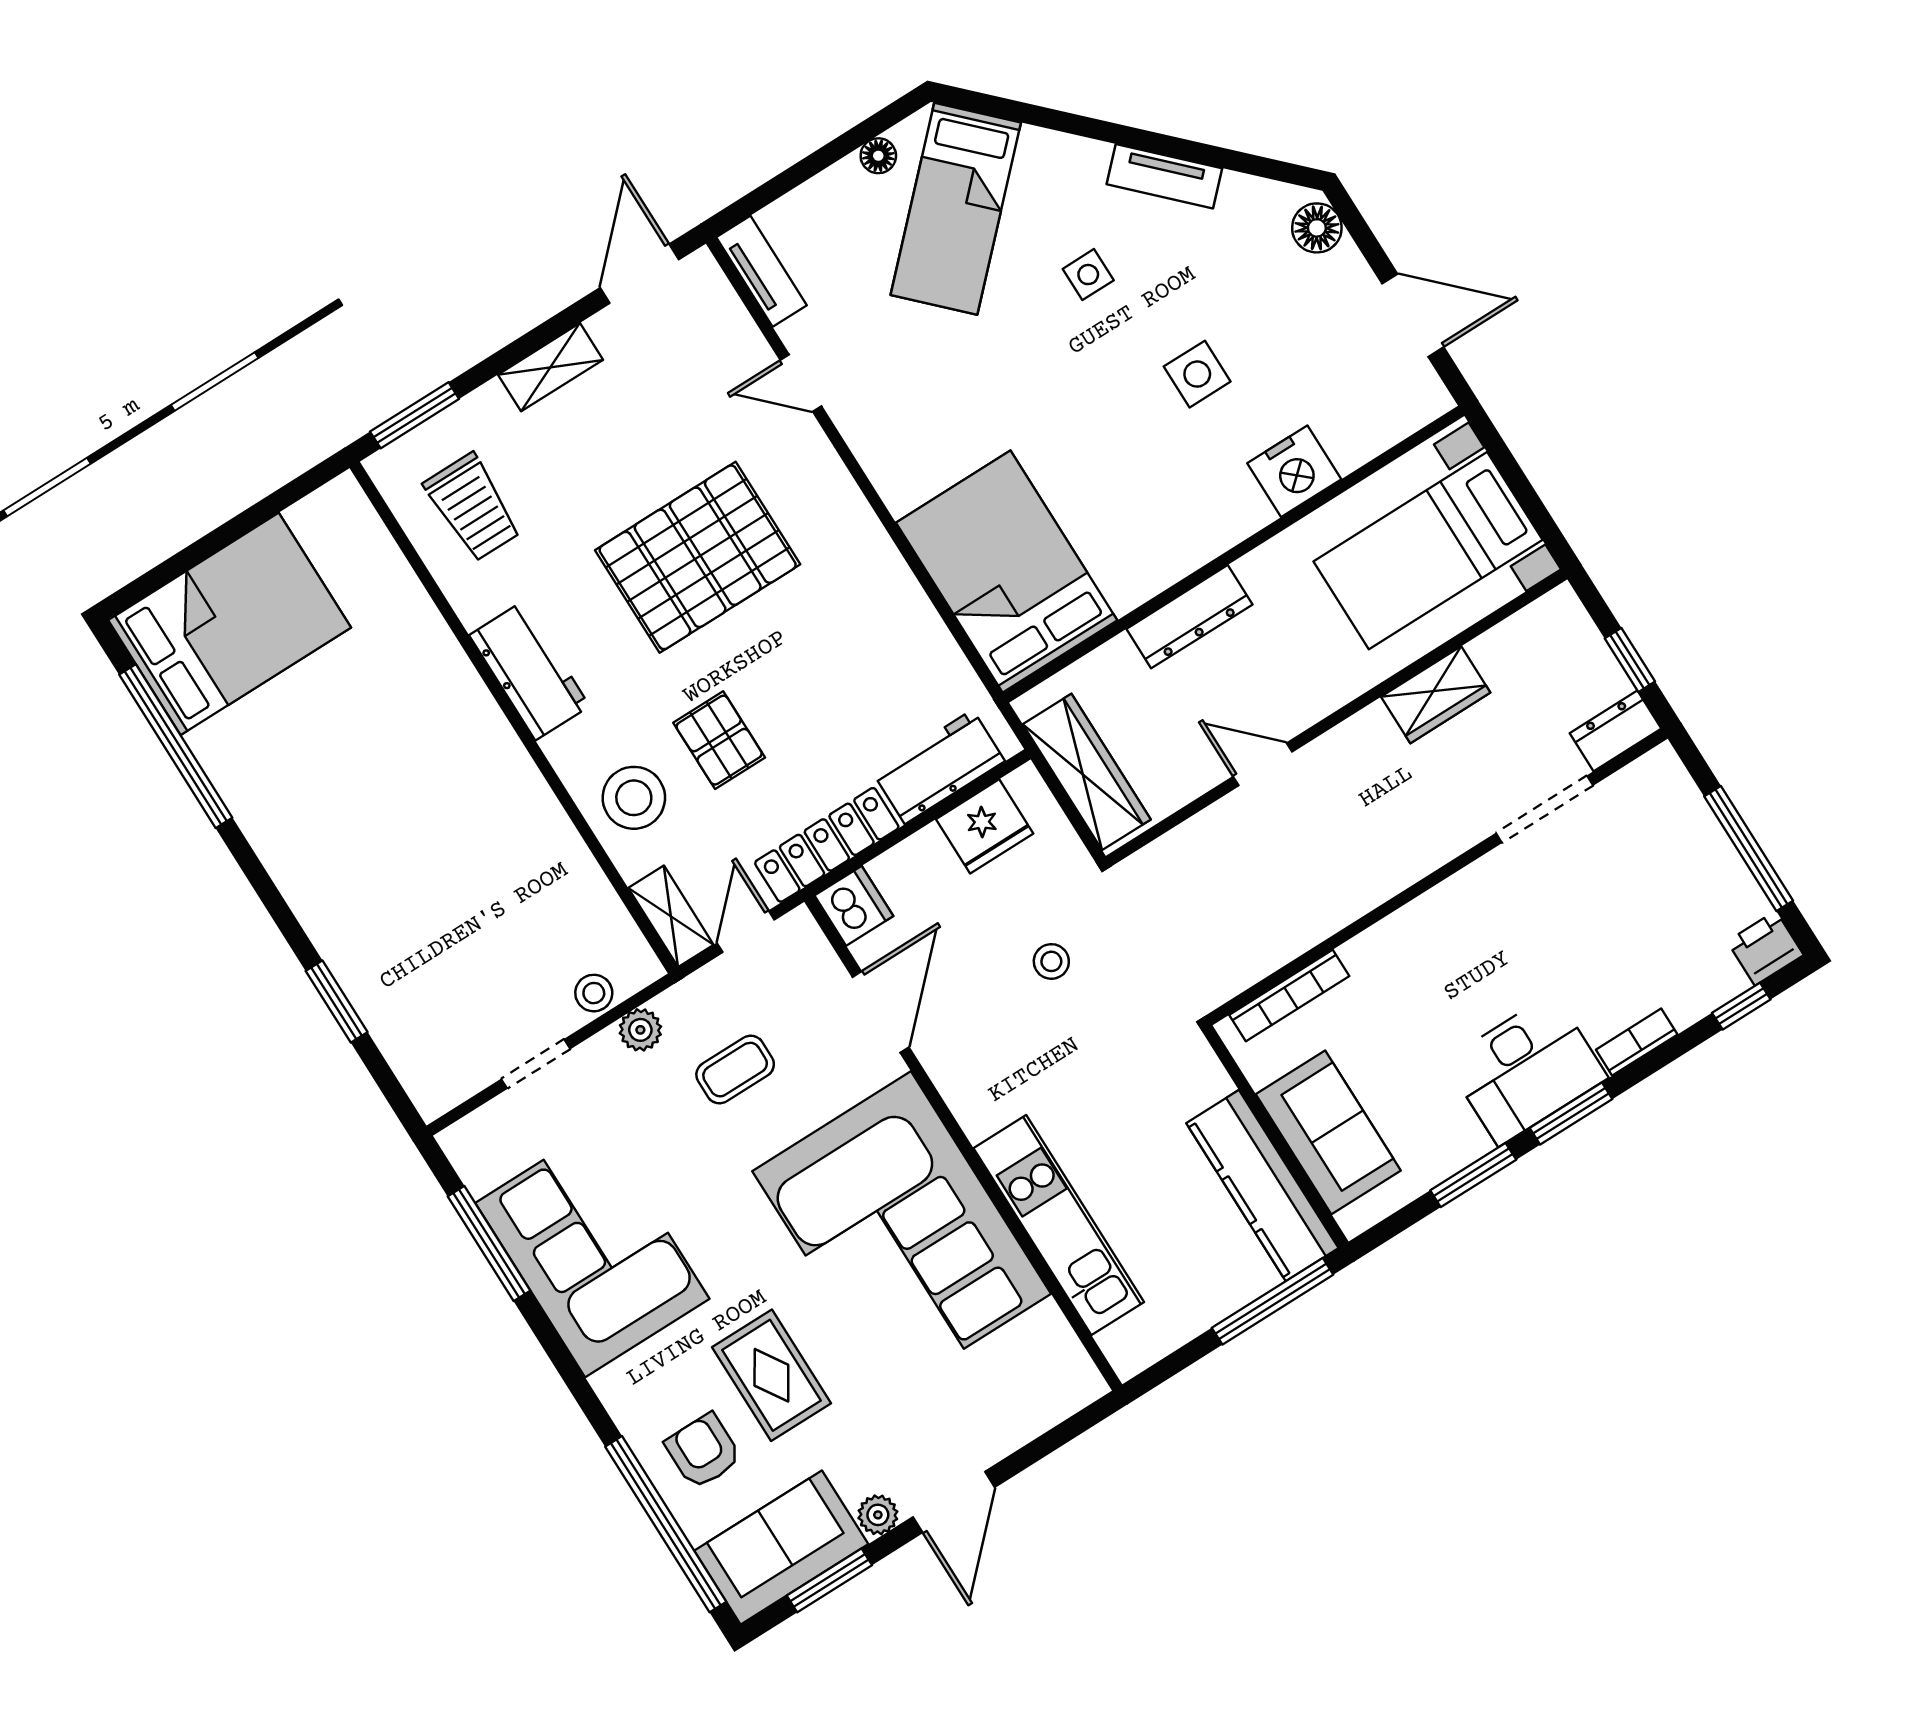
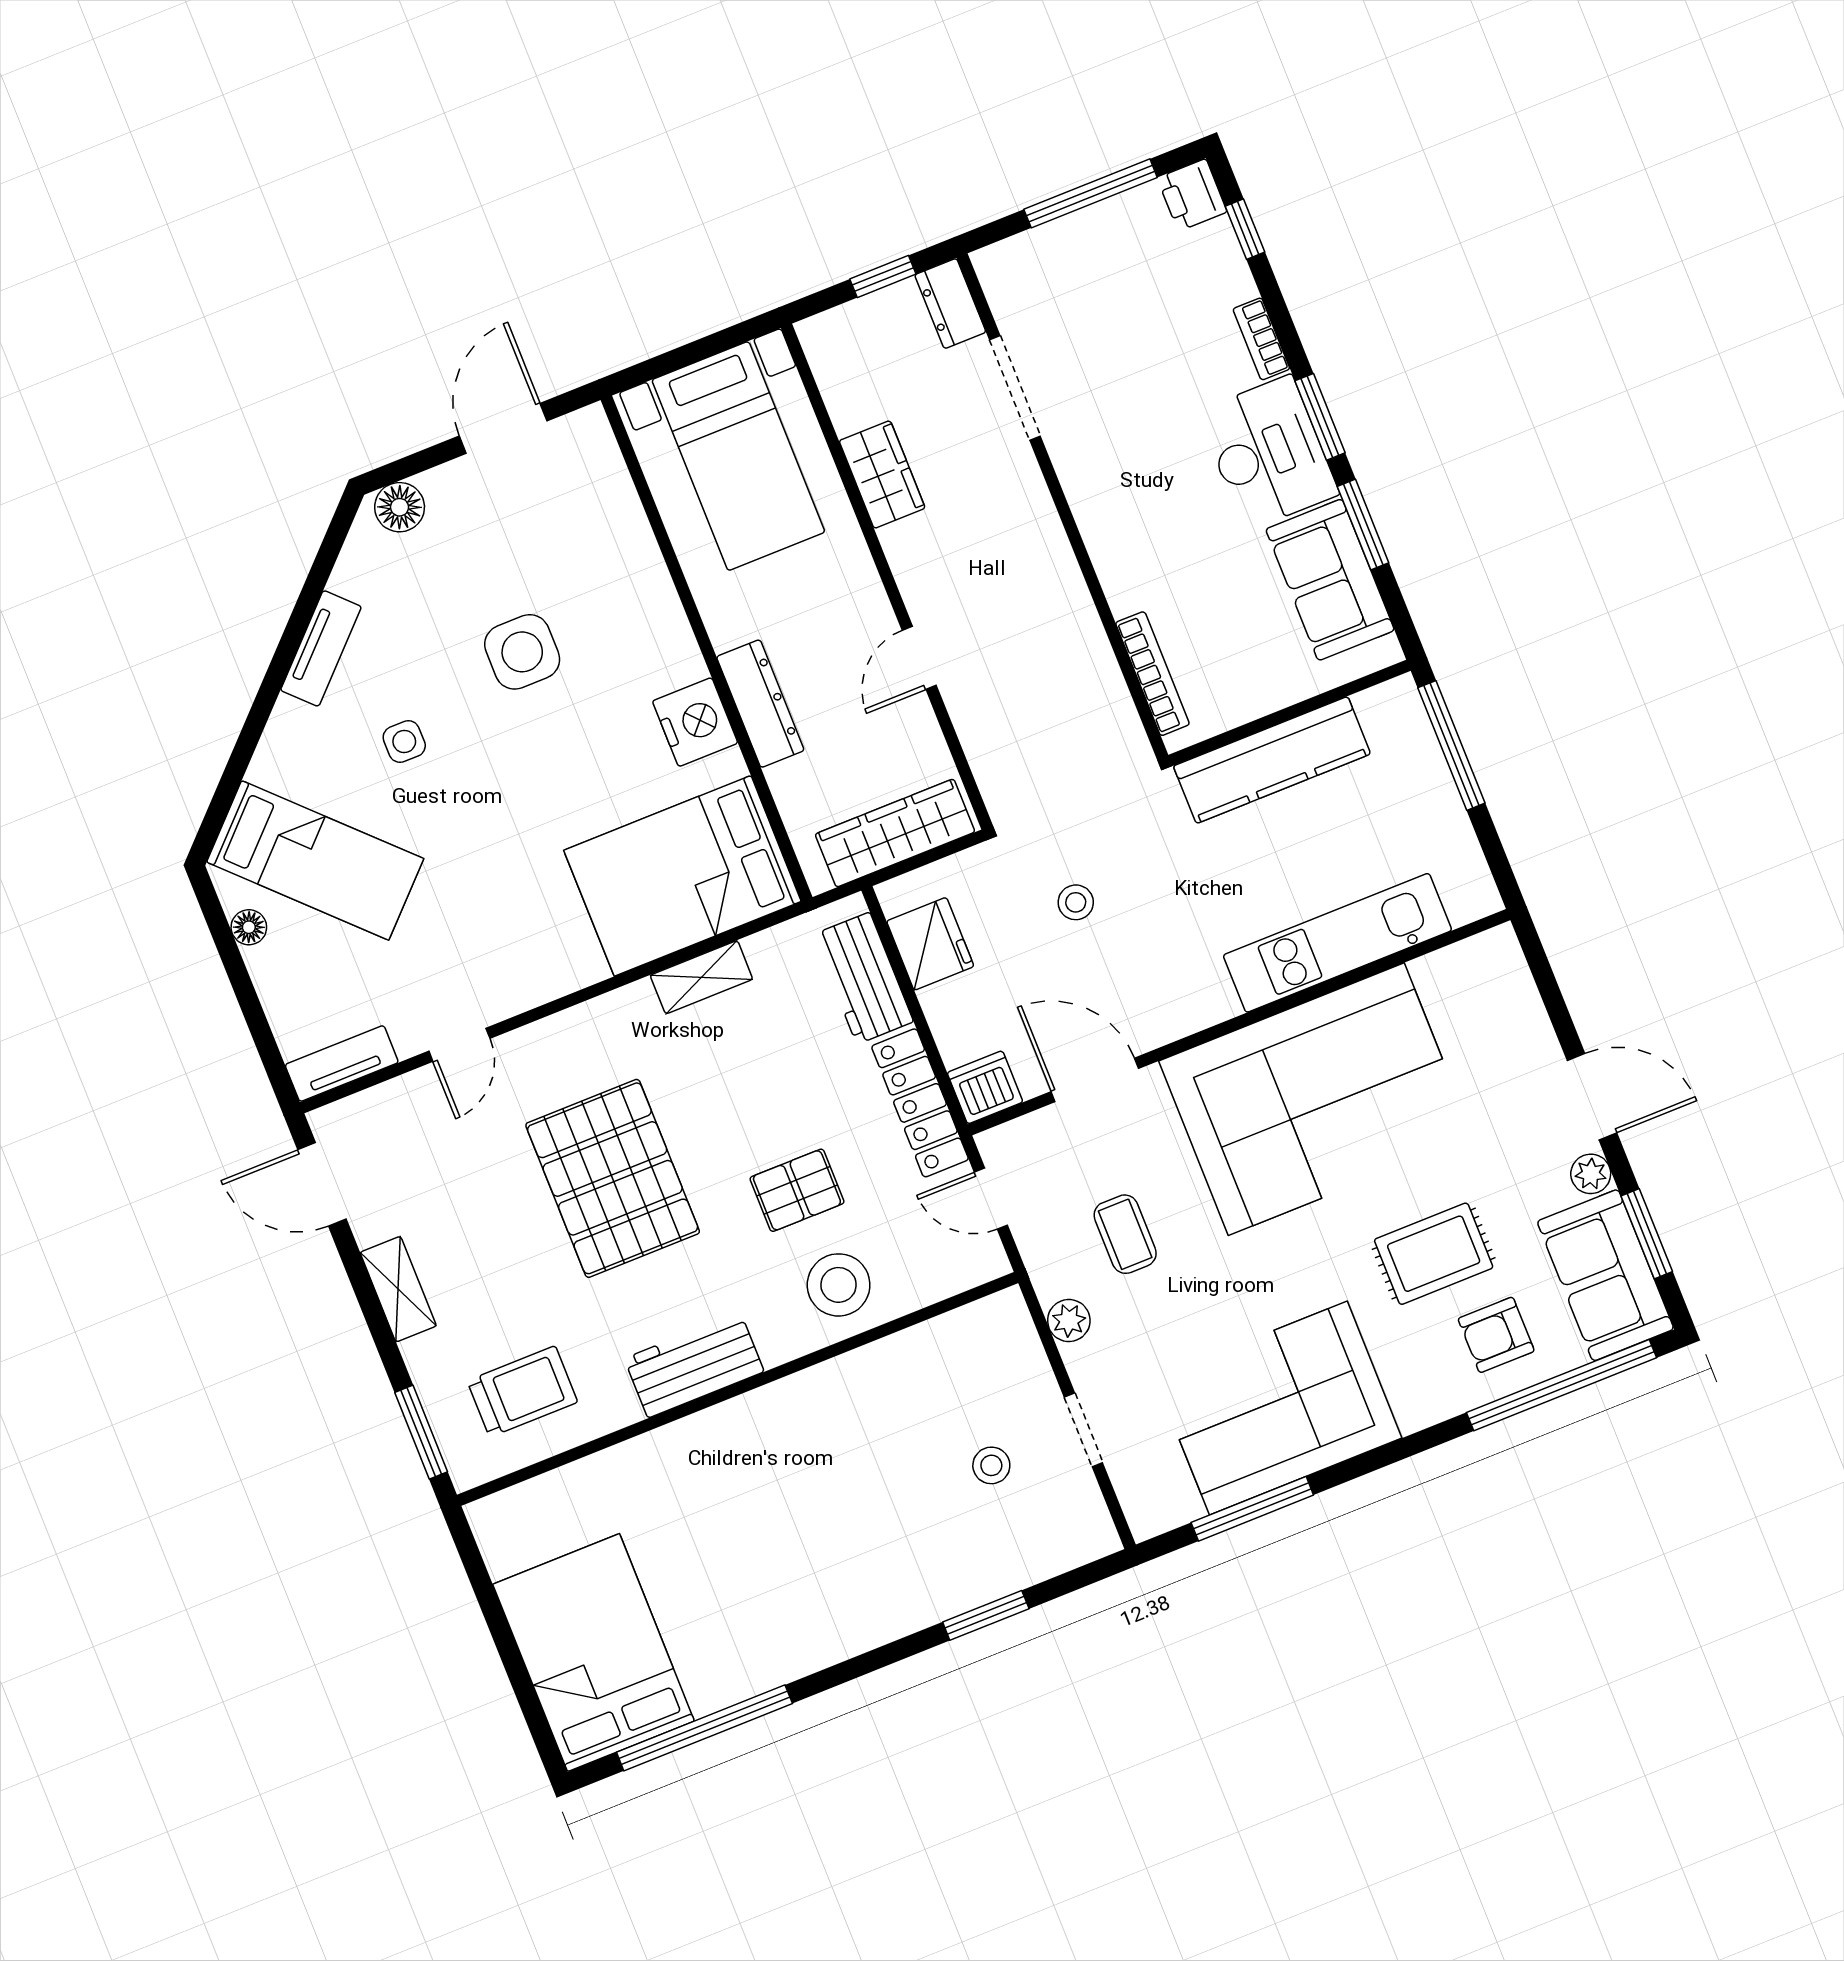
side table: (1197, 374) -> (522, 652), width x1.37, depth x1.37
nightstand: (1294, 471) -> (695, 722), moved
shelving: (671, 916) -> (701, 977), moved
stool: (594, 993) -> (991, 1465), moved
sofa: (1328, 1132) -> (1330, 580), moved, turned -90
kitchen counter: (1262, 1186) -> (1272, 760), moved

